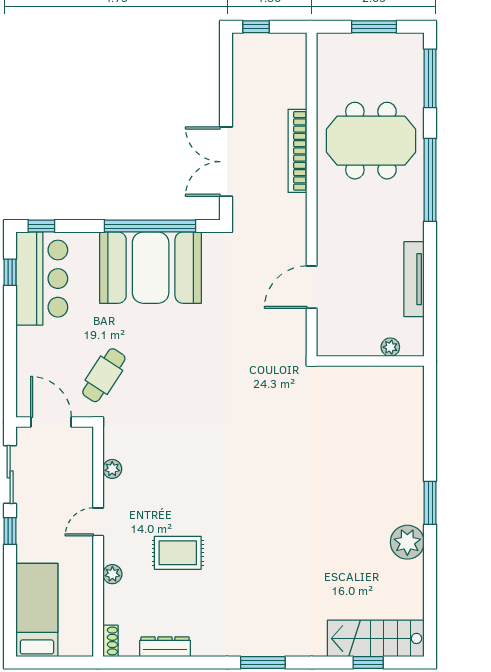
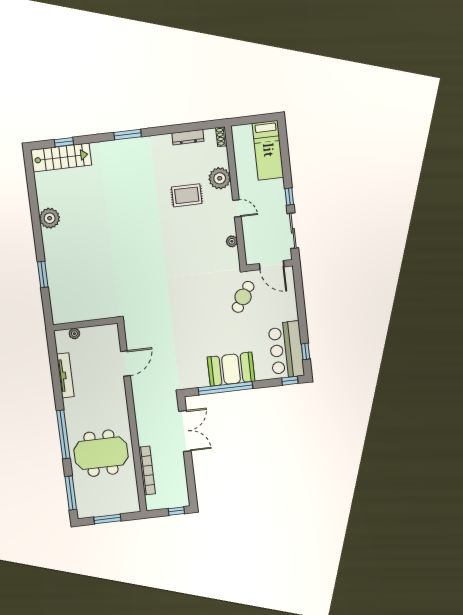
bookcase: (297, 151) -> (147, 471), moved
booth: (151, 268) -> (231, 369), width x0.73, depth x0.70
window: (430, 503) -> (43, 274), moved
door: (98, 522) -> (237, 208), hinge flipped
plant: (112, 574) -> (220, 178), width x1.88, depth x1.88

